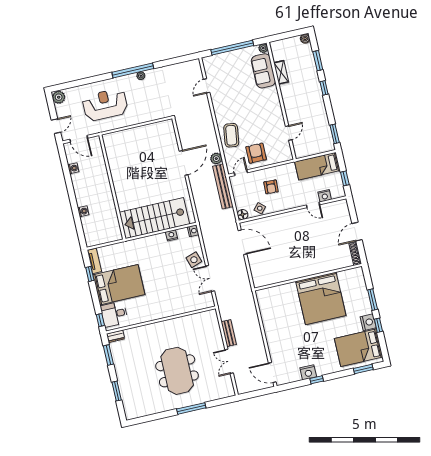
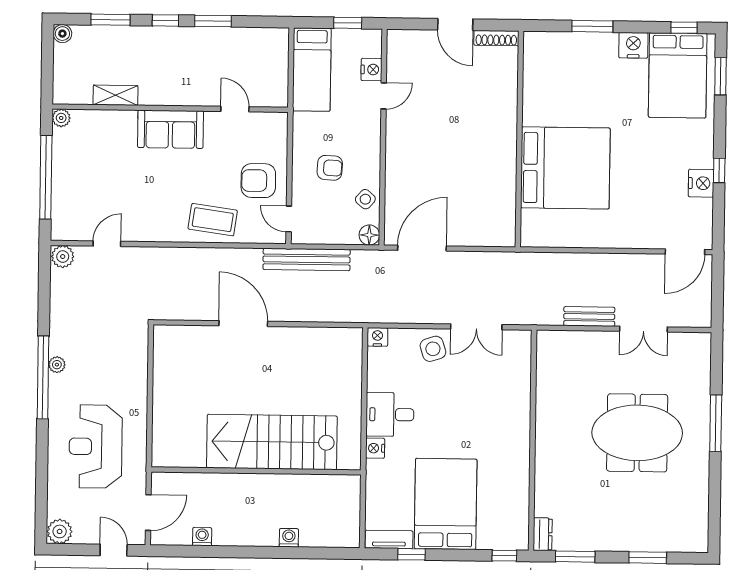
sofa: (263, 71) -> (170, 129), moved
door: (207, 86) -> (107, 244), swing flipped
window: (335, 134) -> (213, 21), moved
plant: (216, 159) -> (63, 257), moved
stairs: (154, 218) -> (272, 442), moved, turned 90
nightstand: (171, 235) -> (375, 448), moved
bed: (321, 298) -> (565, 168), moved
desk: (114, 314) -> (390, 414), moved, turned 90
window: (378, 325) -> (684, 28), moved

